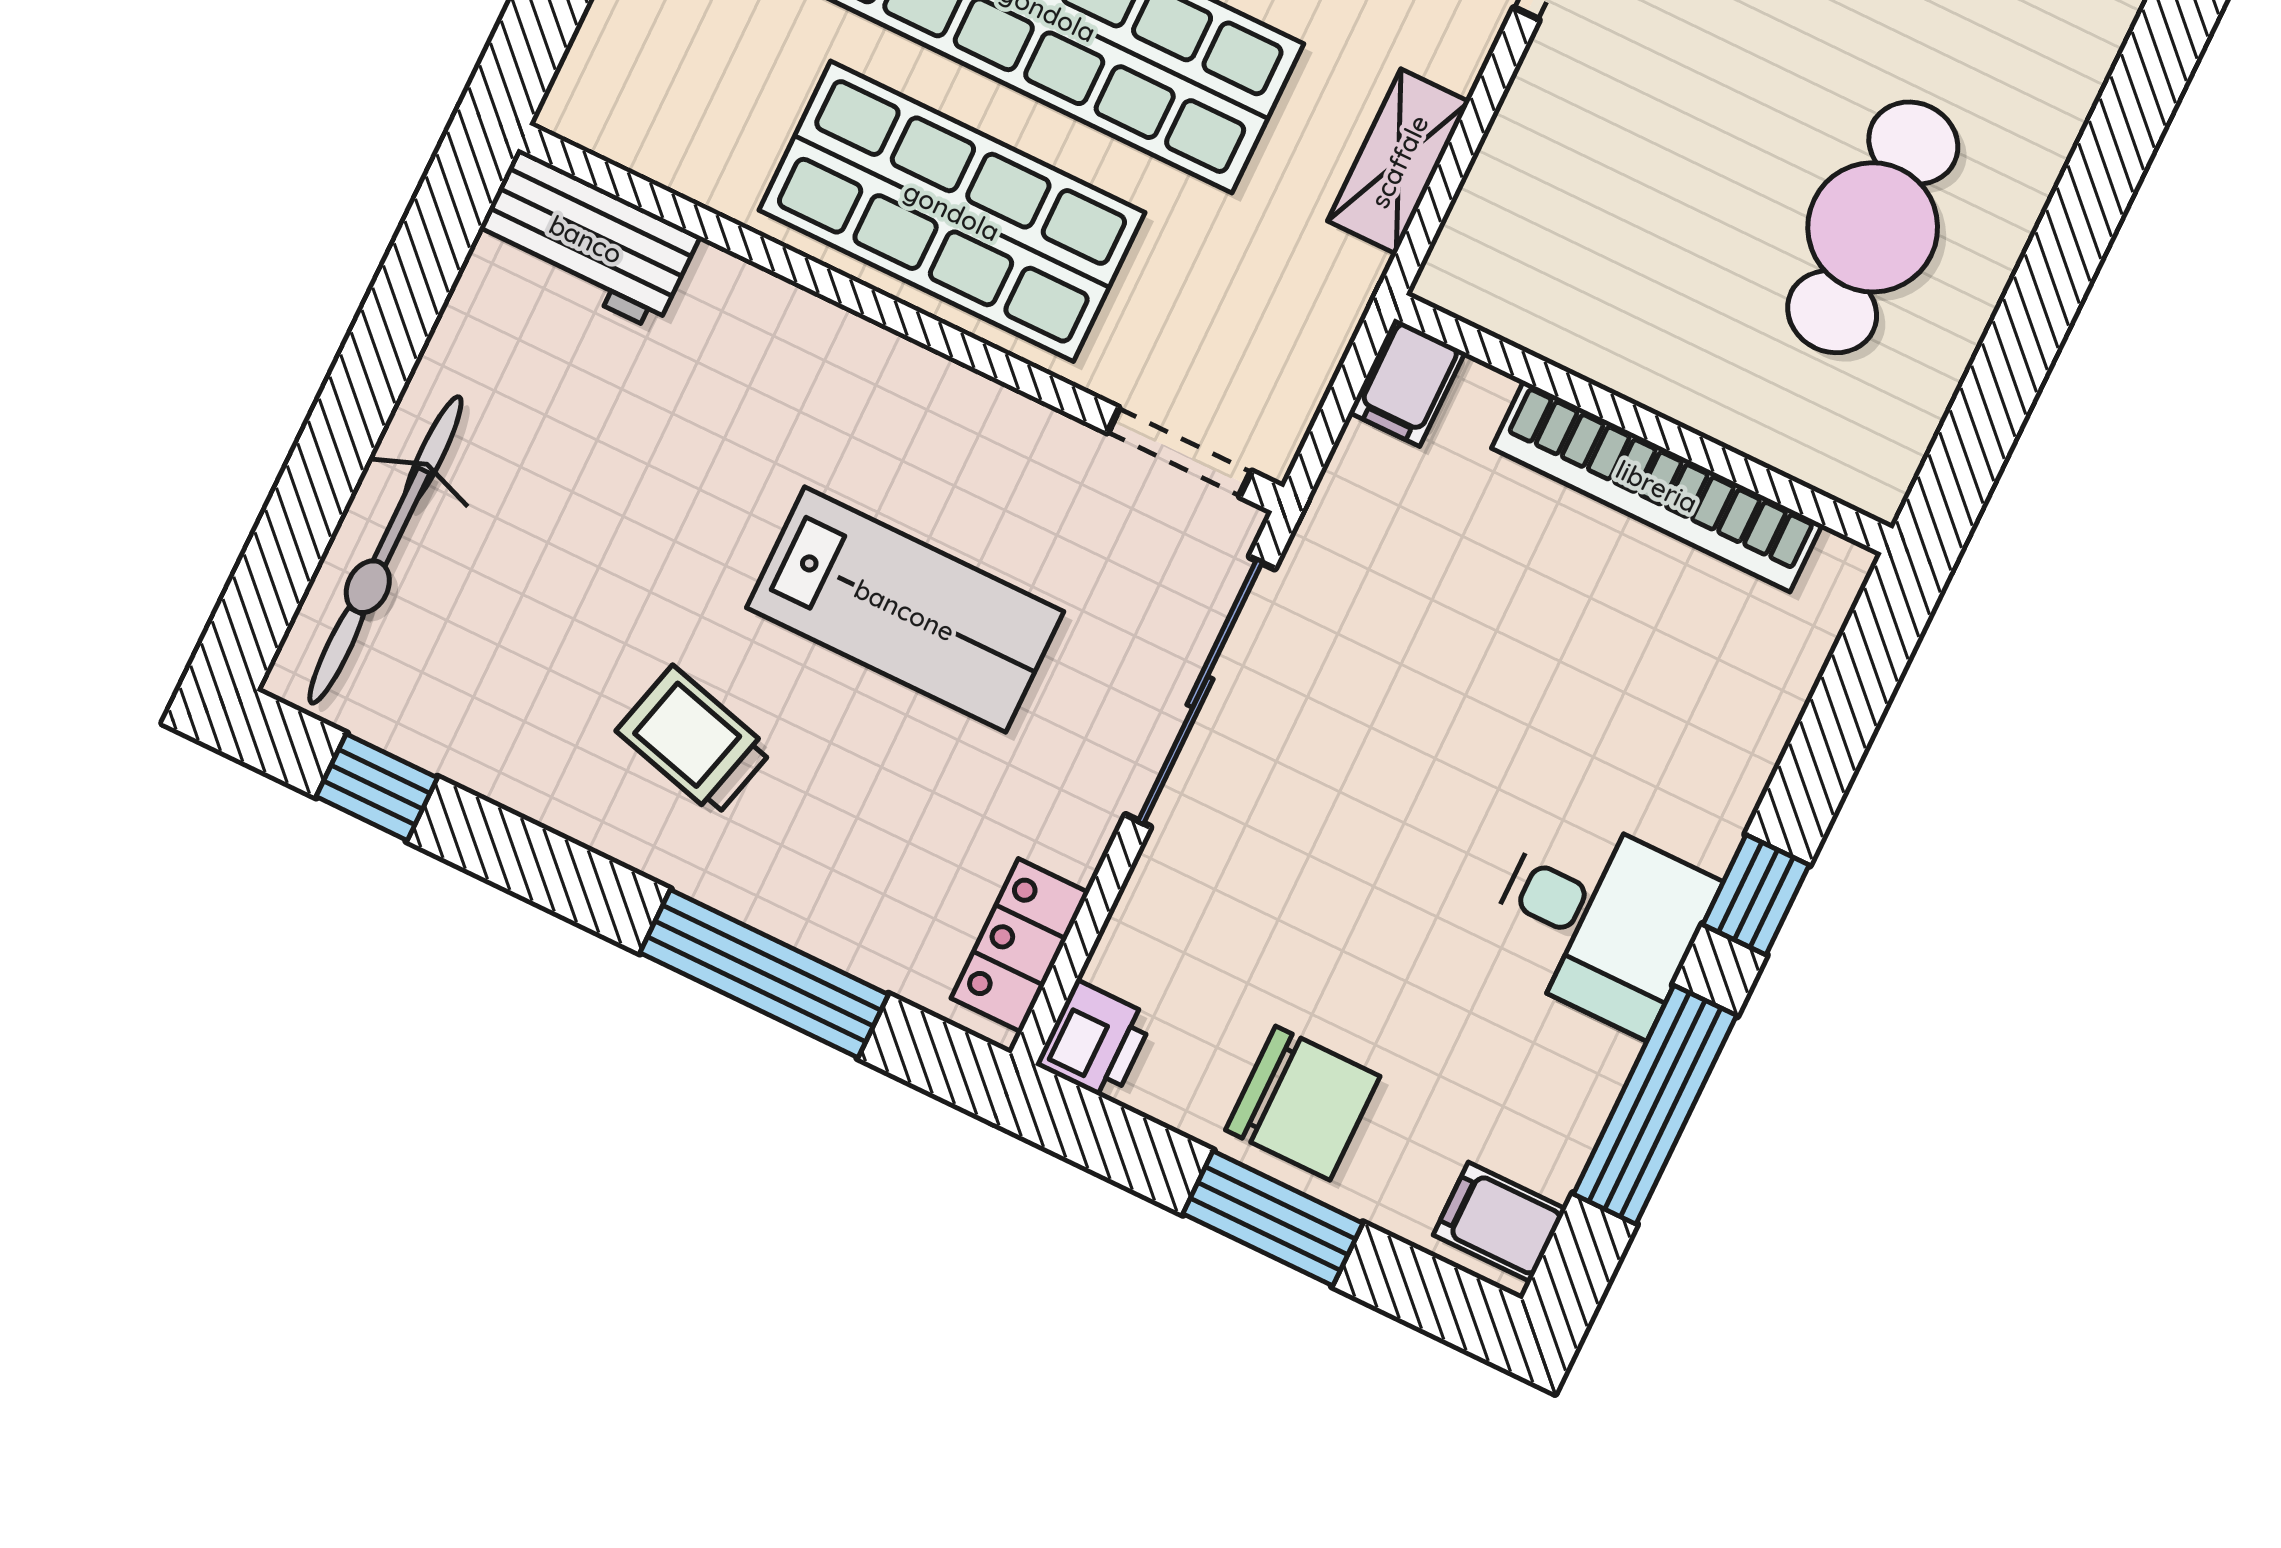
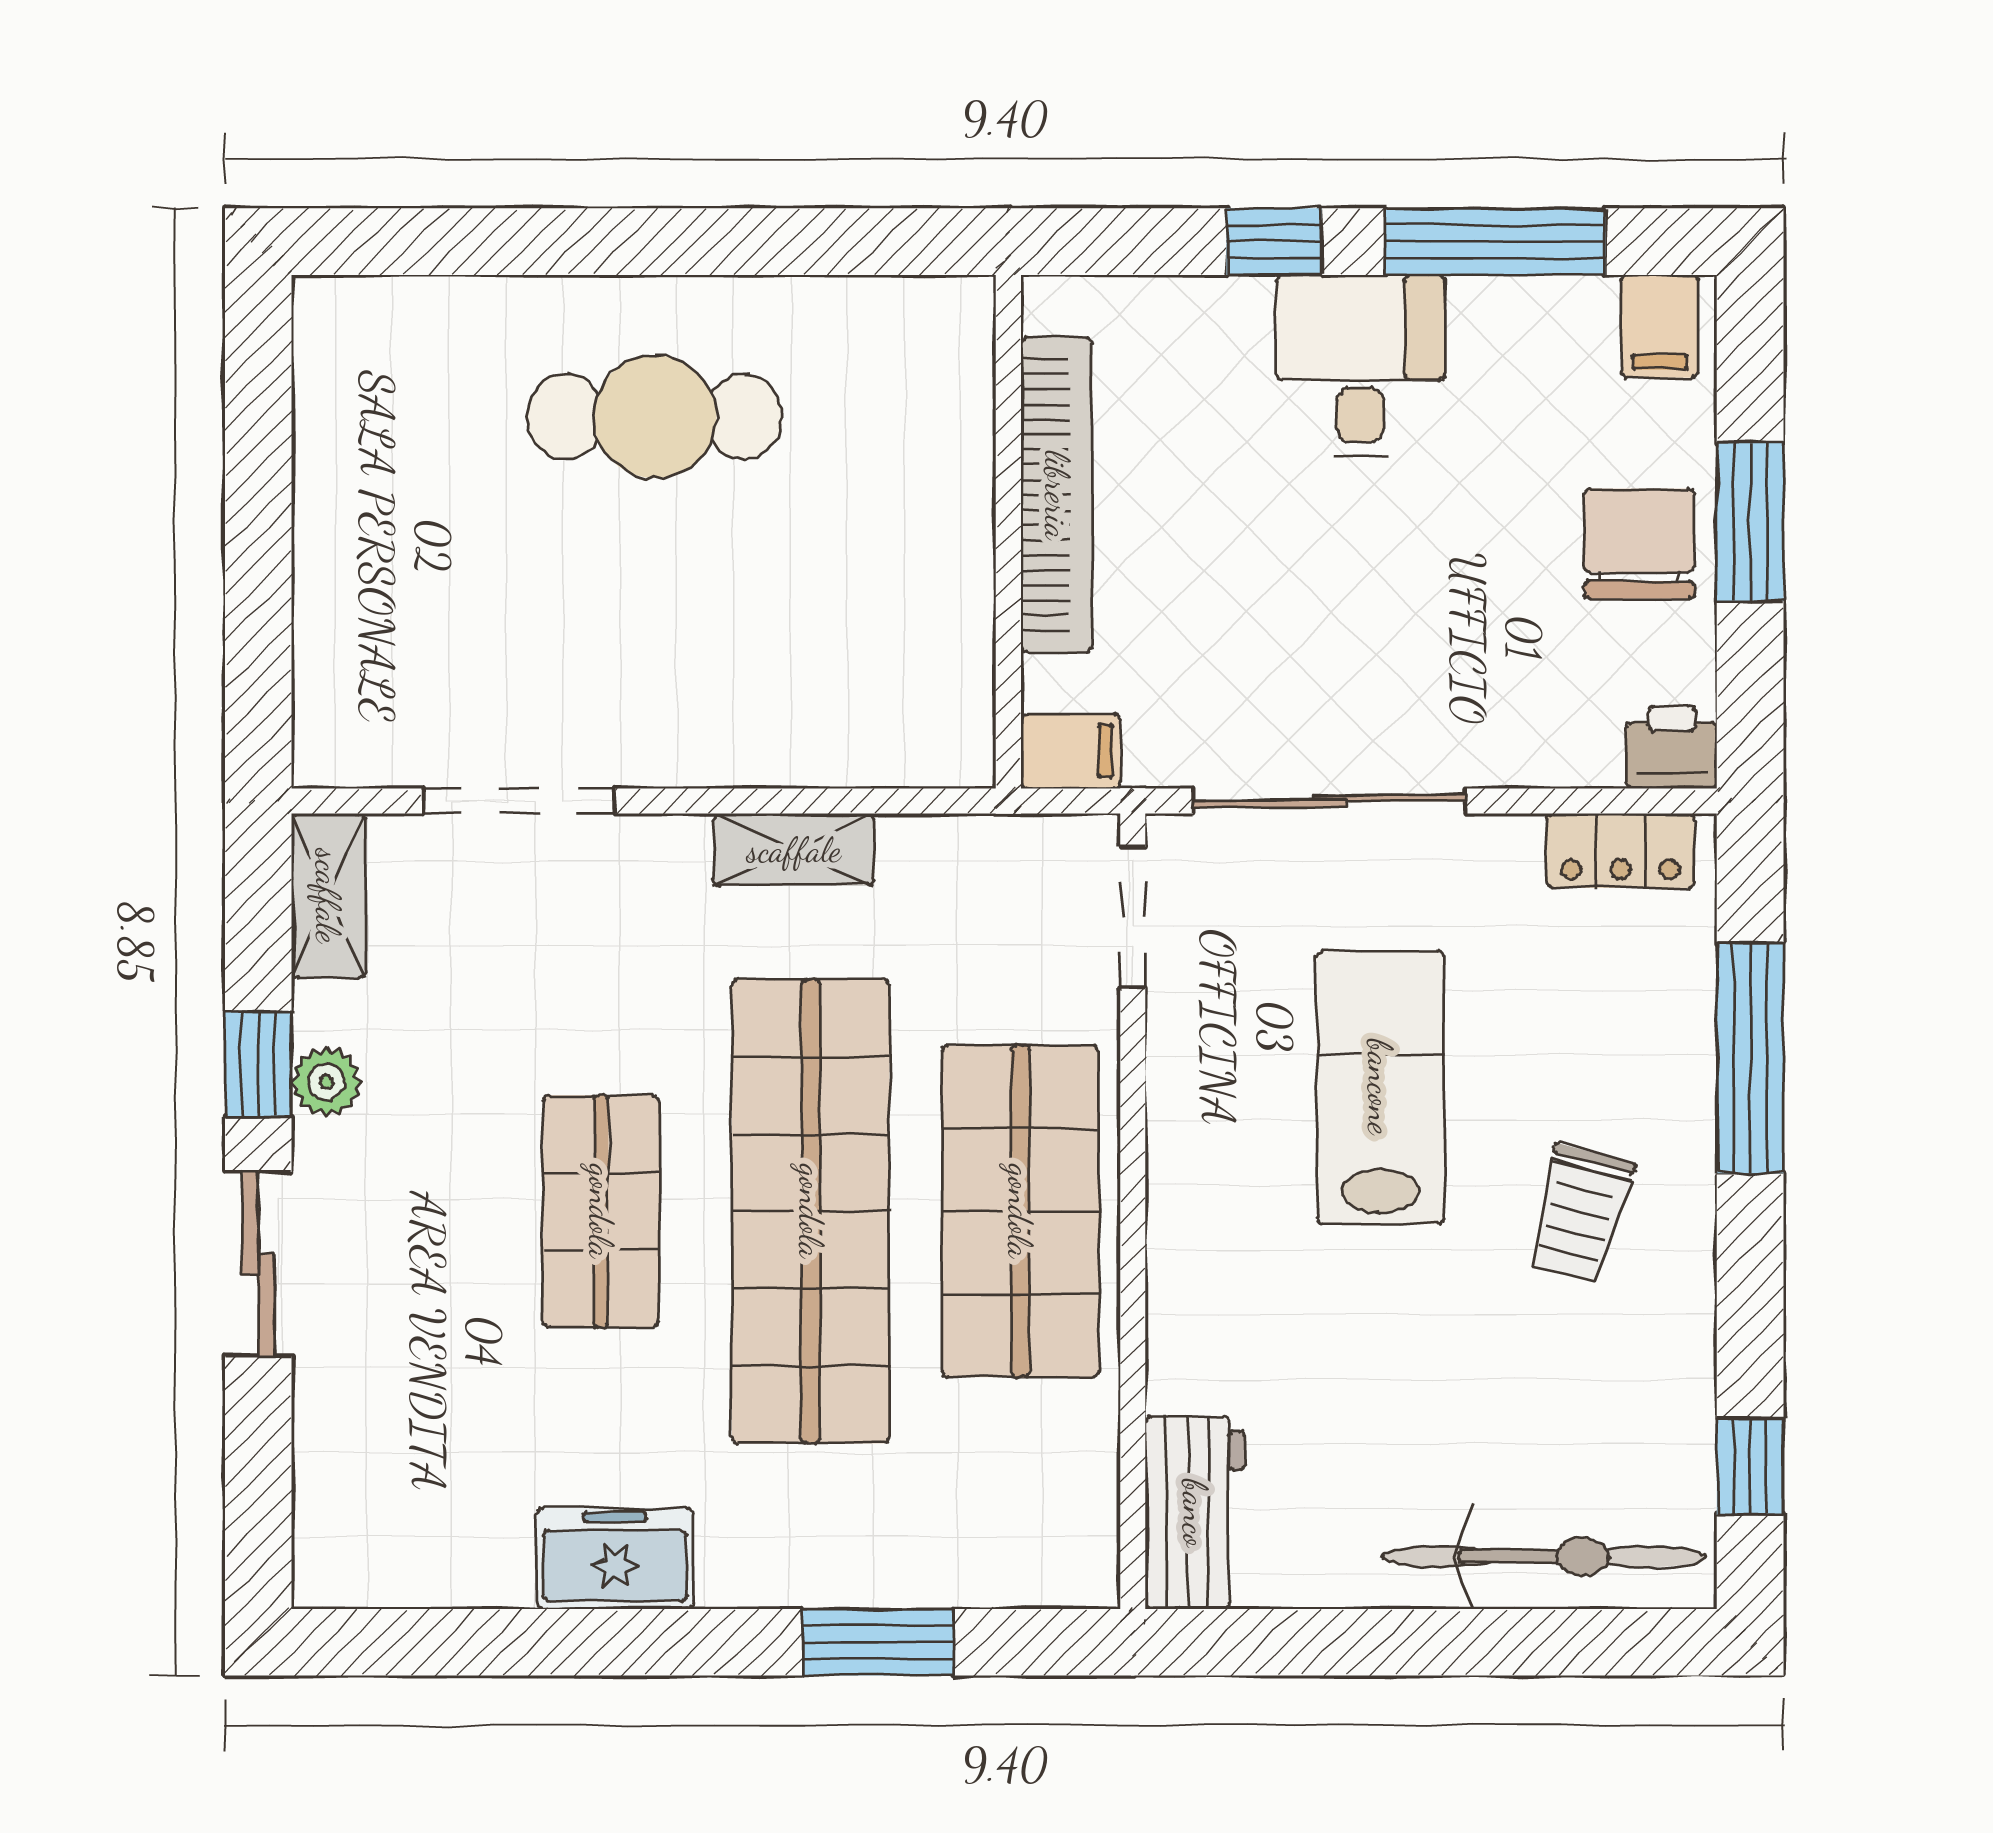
filing cabinet: (1407, 382) -> (1071, 751), moved
wall: (1644, 424) -> (1008, 532), moved
bookcase: (1657, 486) -> (1057, 495), moved

